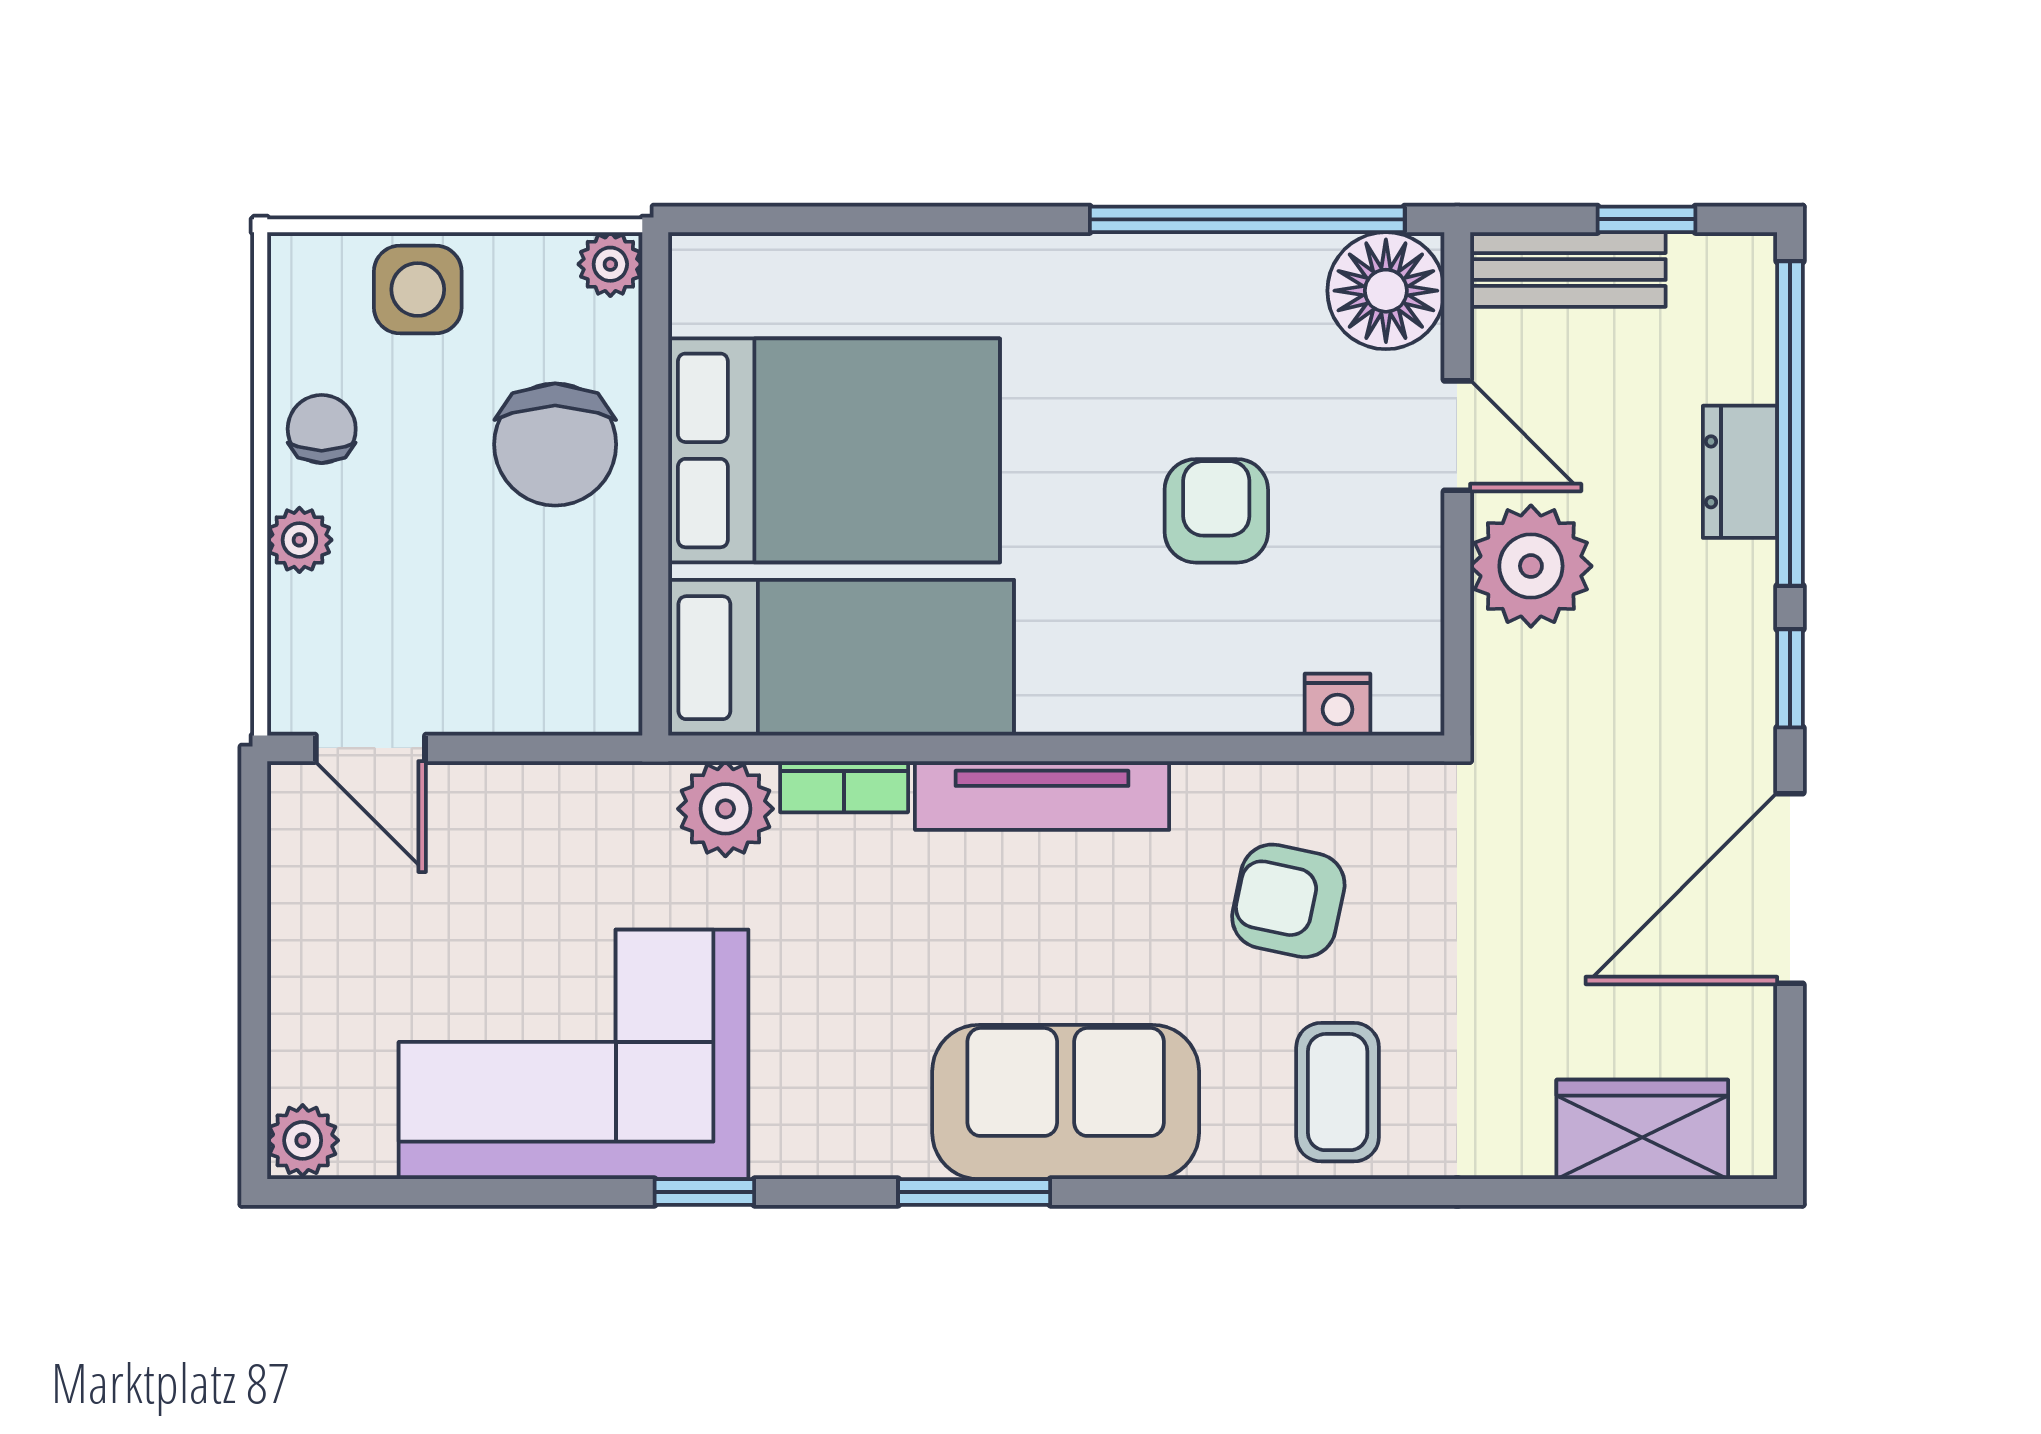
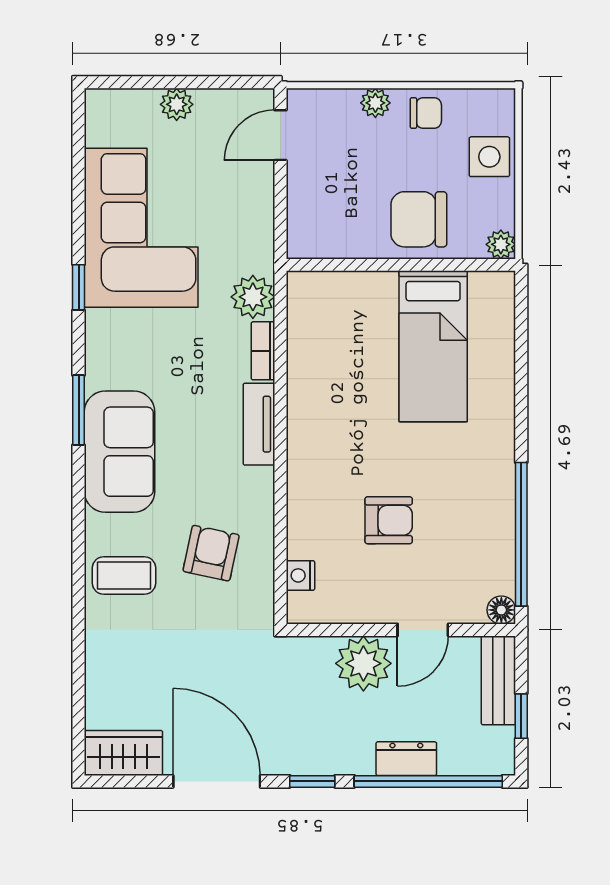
floor lamp: (1386, 291) -> (501, 610), width x0.53, depth x0.53
bed: (834, 450) -> (433, 346), width x0.67
bed: (841, 658) -> (322, 349), removed
tv unit: (1042, 796) -> (259, 424), width x0.71
wardrobe: (1642, 1129) -> (123, 753), moved, turned -90
plant: (303, 1140) -> (177, 104), moved

